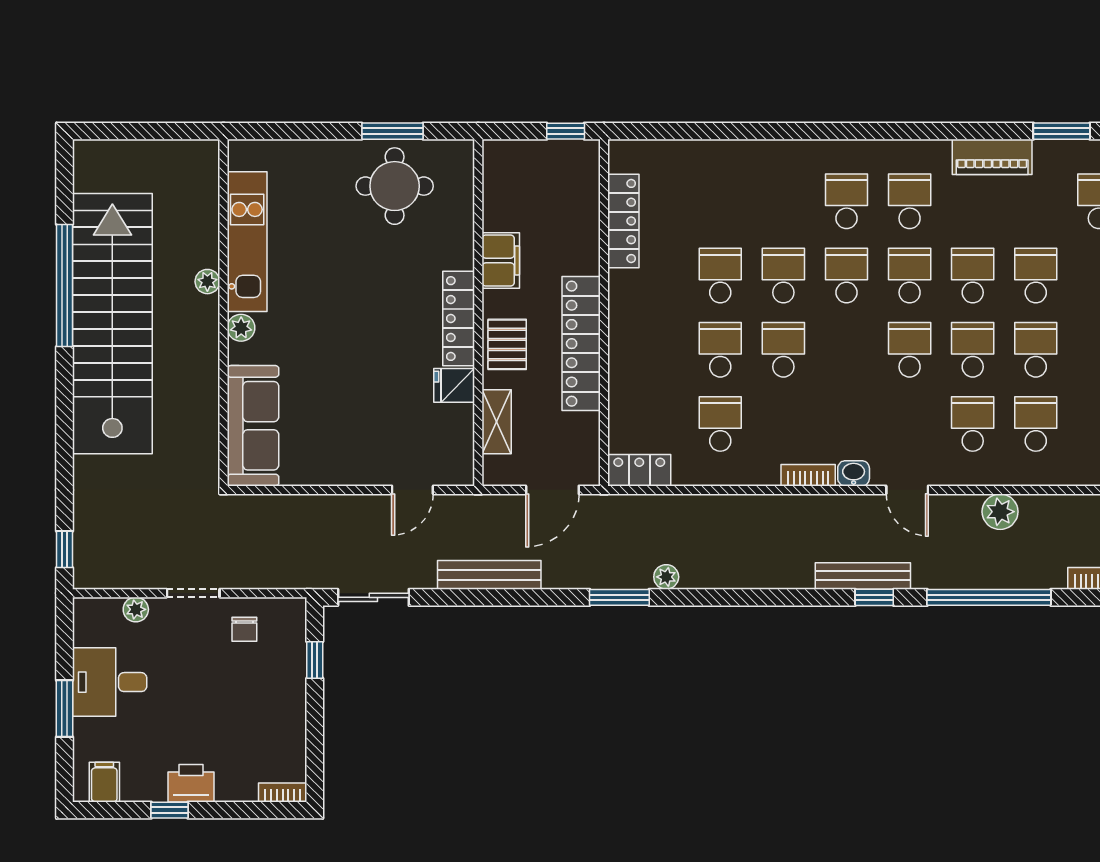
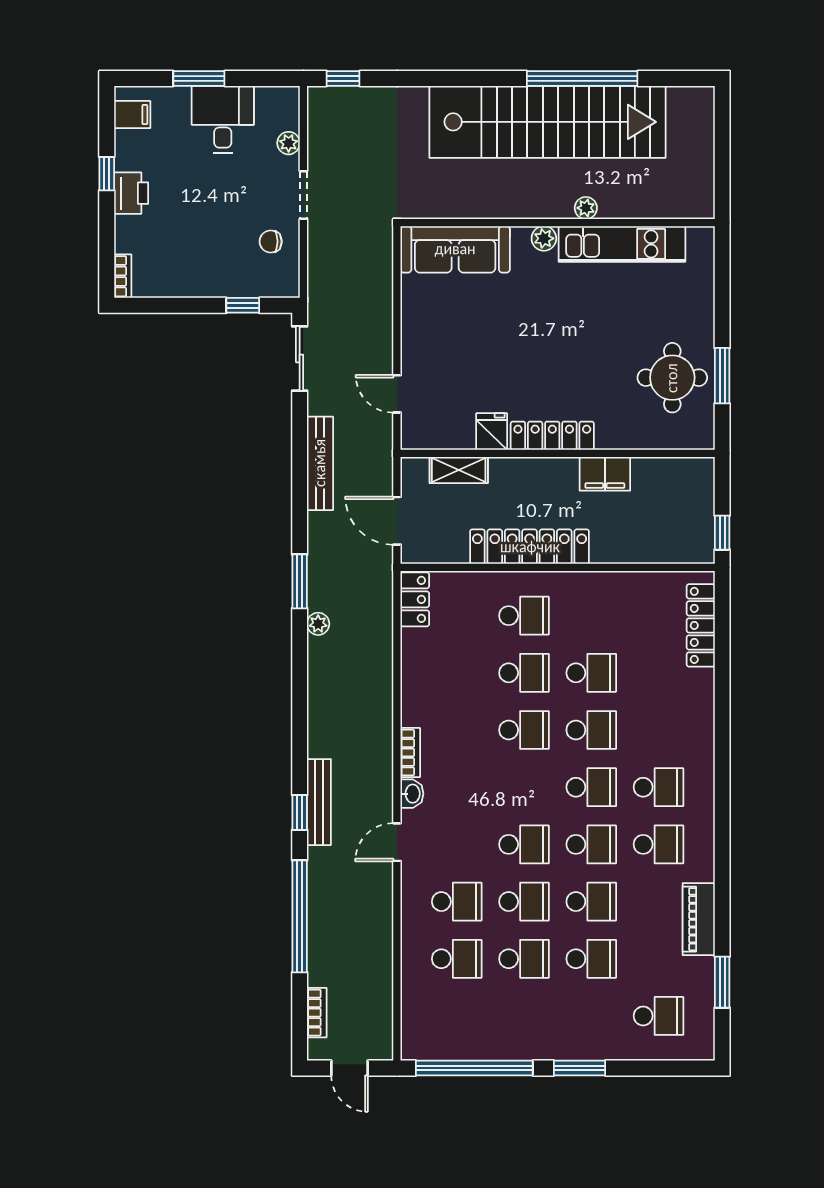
locker: (623, 221) -> (701, 625), moved, turned 90
pallet: (507, 344) -> (529, 480), removed
school desk: (720, 424) -> (524, 616), moved
plant: (1000, 512) -> (377, 926), removed

